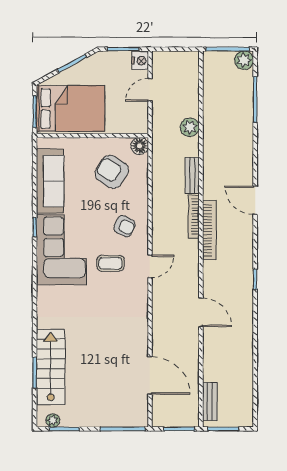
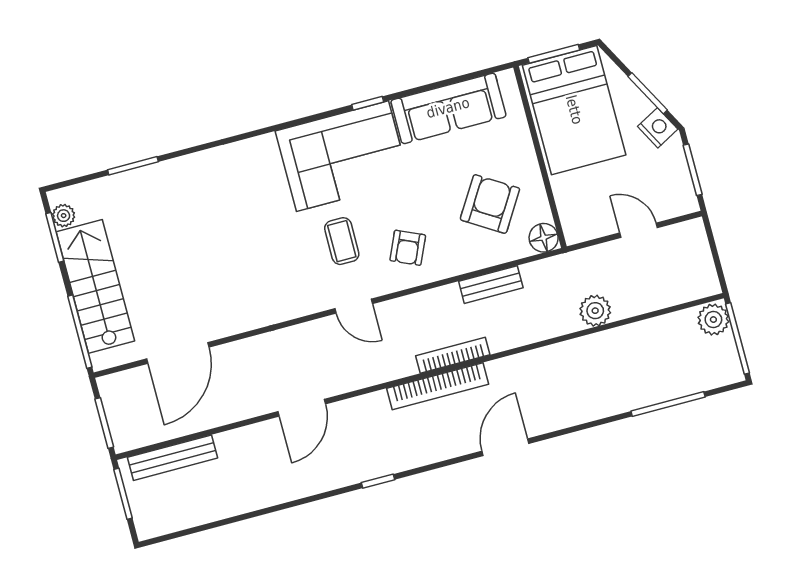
plant: (244, 60) -> (713, 320), moved
nightstand: (140, 61) -> (658, 128), moved, turned -119
bench: (192, 176) -> (491, 285), moved
stairs: (51, 367) -> (95, 286), moved, turned -90
bench: (210, 402) -> (173, 458), width x1.36

